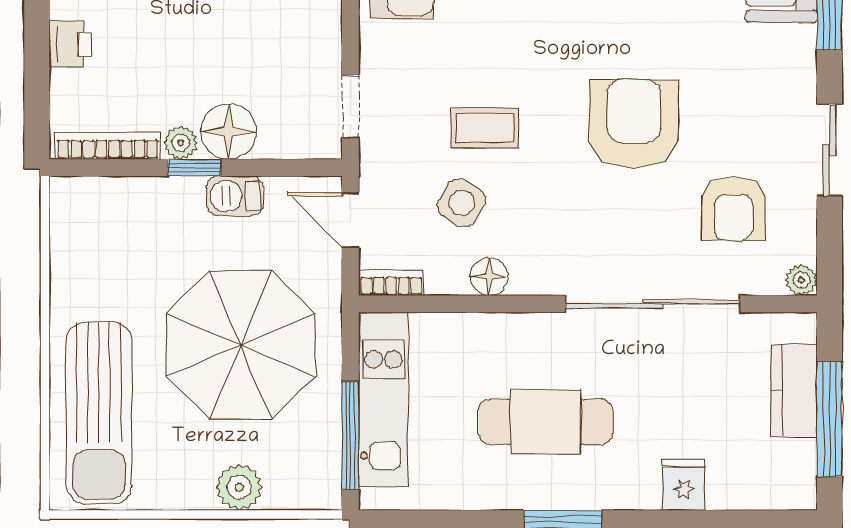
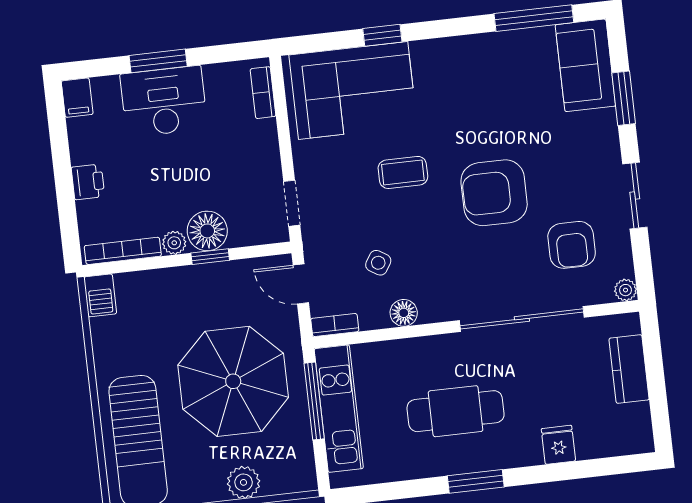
armchair: (634, 124) -> (494, 193), turned -90
coffee table: (485, 128) -> (403, 172), moved
window: (194, 168) -> (210, 257), moved
barbecue: (235, 196) -> (100, 295), moved, turned -90
side table: (462, 203) -> (378, 263), width x0.73, depth x0.73
window: (829, 419) -> (657, 387), removed
window: (350, 436) -> (314, 401), moved

